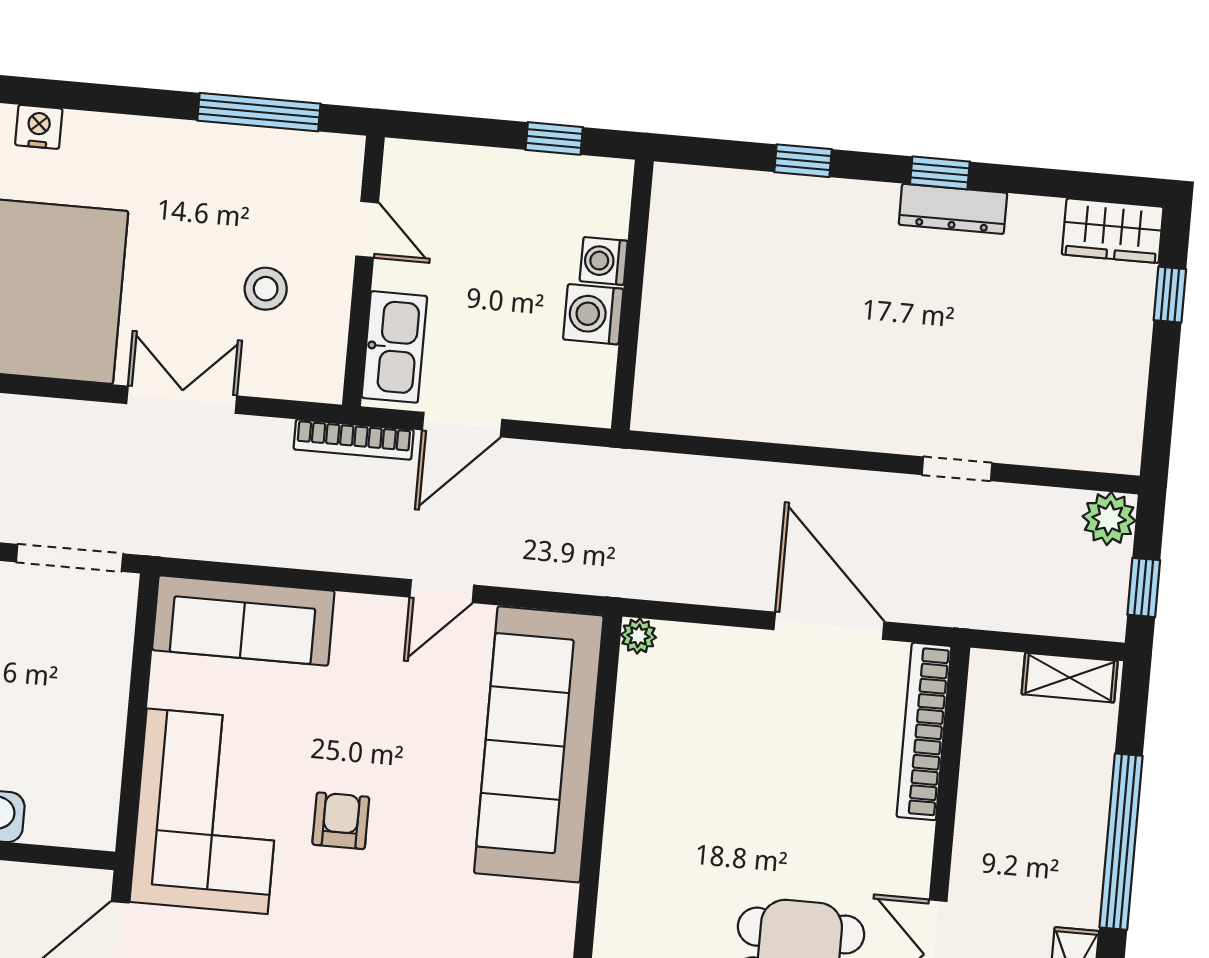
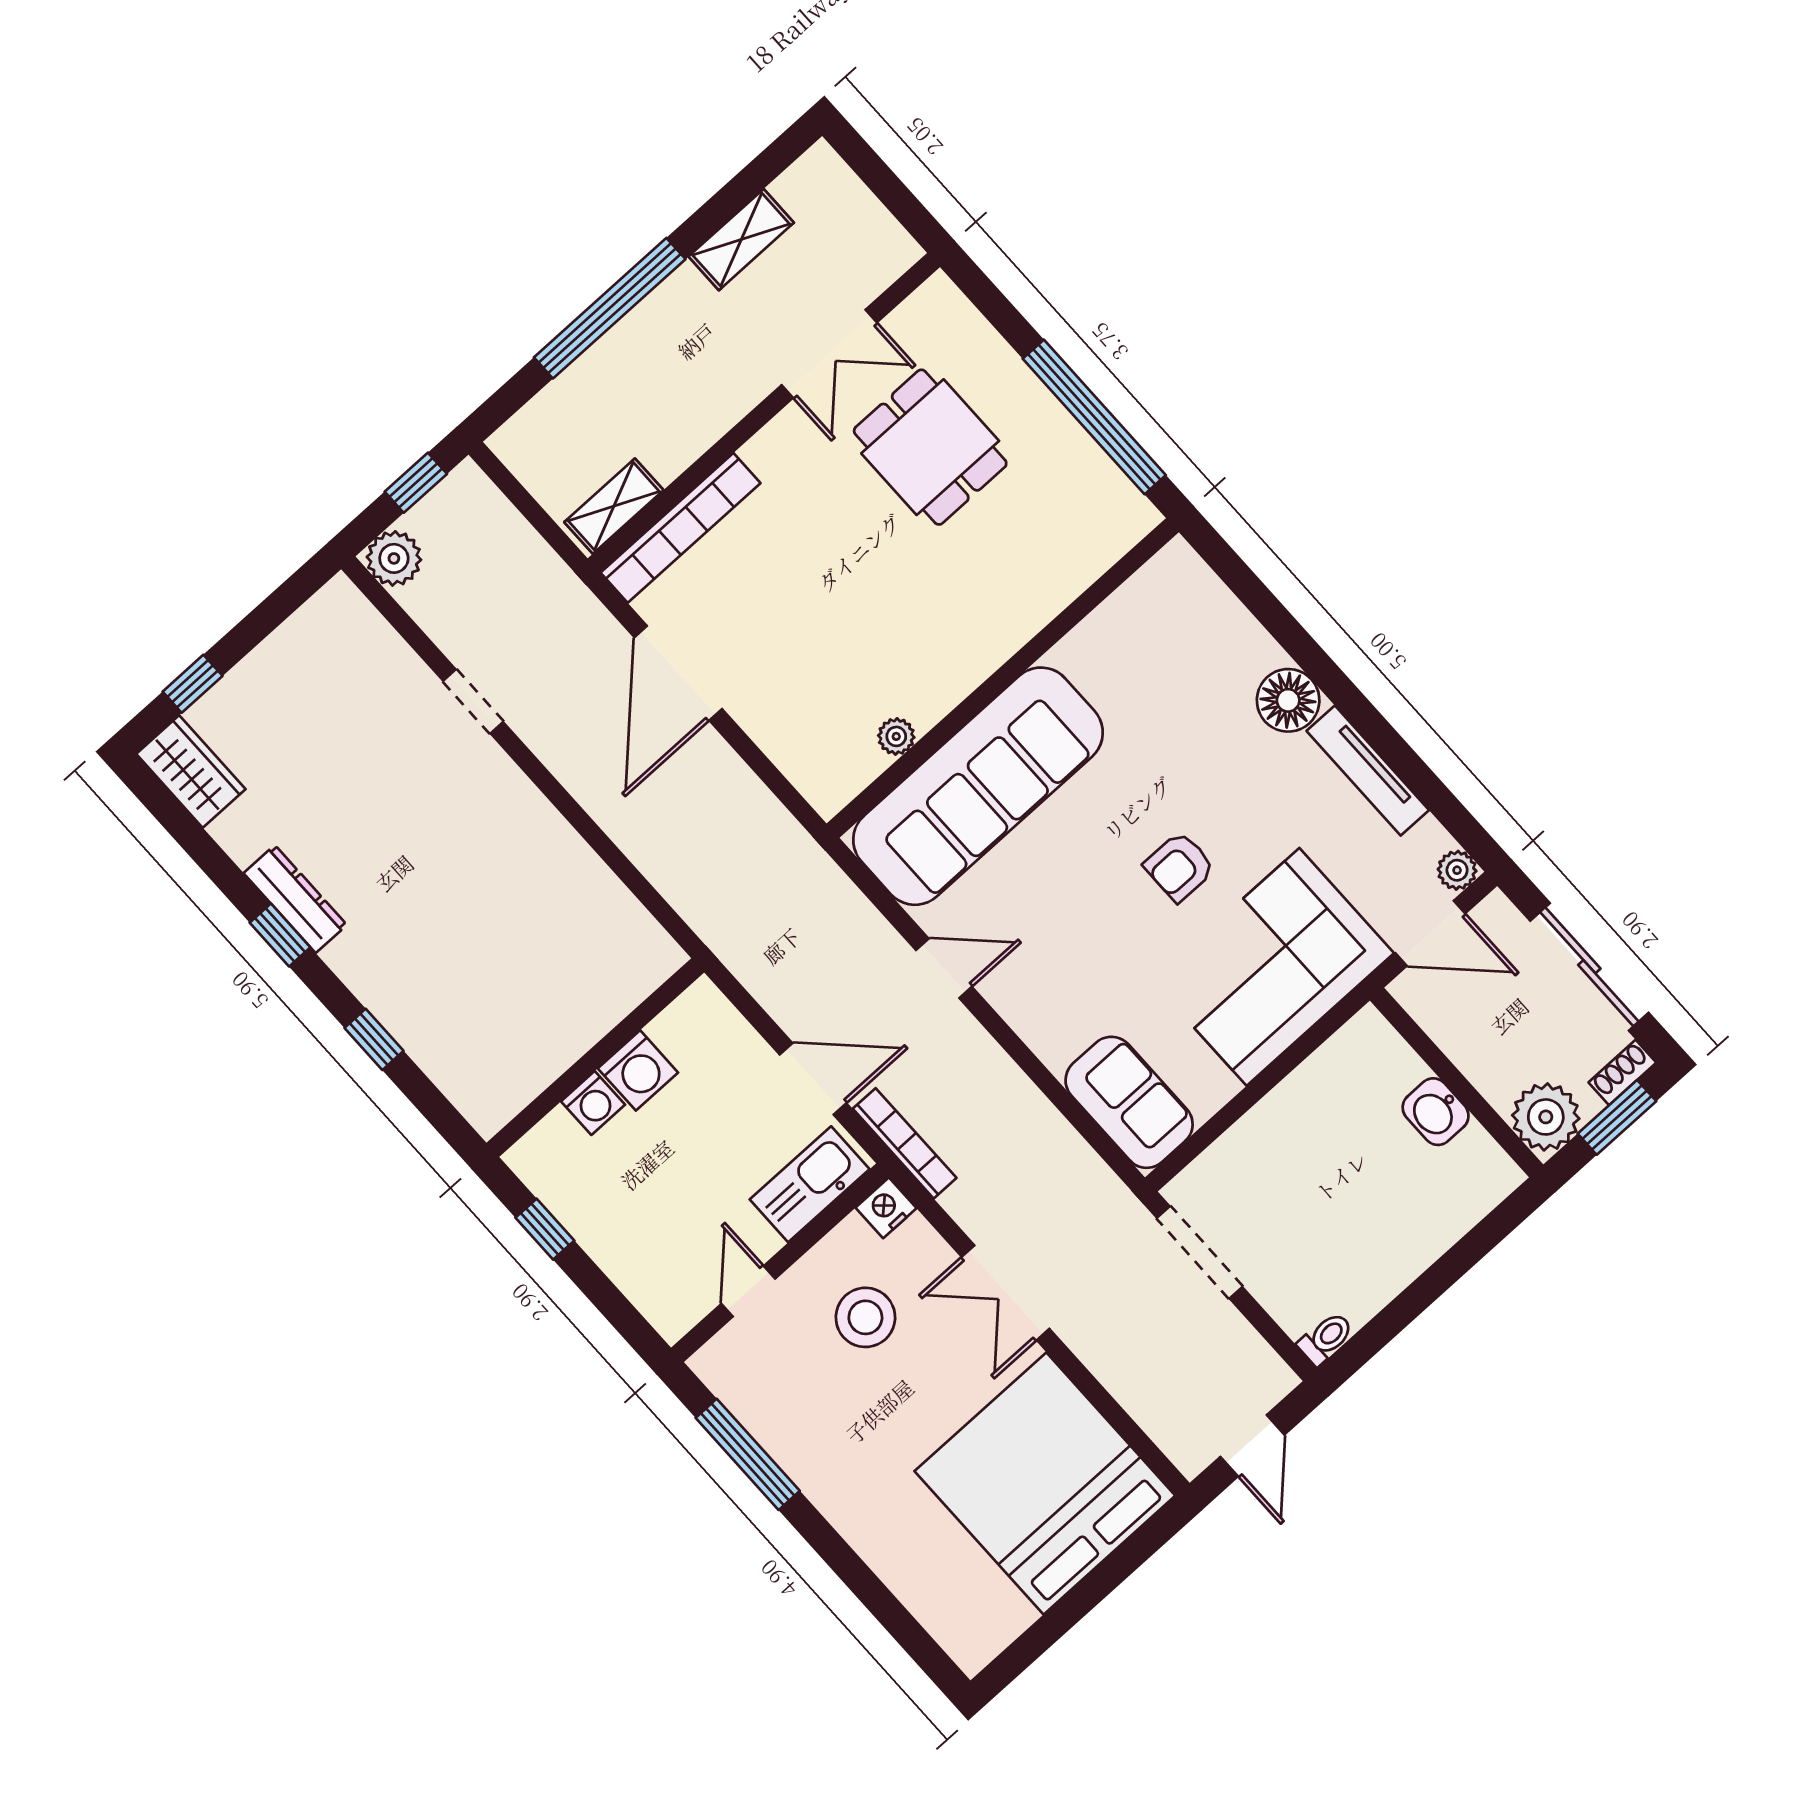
nightstand: (39, 127) -> (886, 1208), moved, turned 90
stool: (266, 289) -> (865, 1317), width x1.38, depth x1.38
sofa: (243, 620) -> (1129, 1102), width x0.73
plant: (638, 636) -> (896, 736), moved
shelving: (1070, 678) -> (614, 506), moved, turned 90

